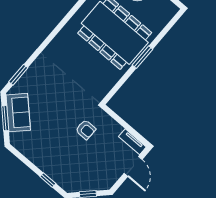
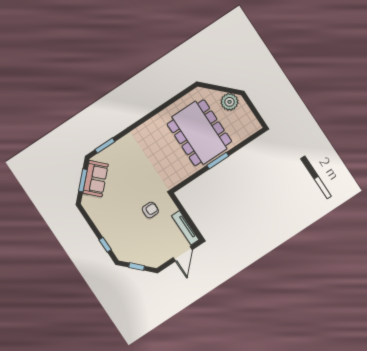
armchair: (86, 130) -> (150, 210), turned -90
tv unit: (132, 142) -> (185, 228), width x1.41

